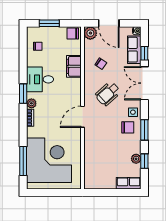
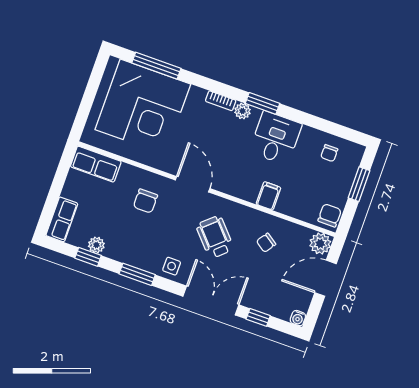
row of seats: (134, 50) -> (96, 164), moved, turned 180
filing cabinet: (74, 66) -> (268, 196), width x0.50
chair: (128, 127) -> (145, 201), moved

